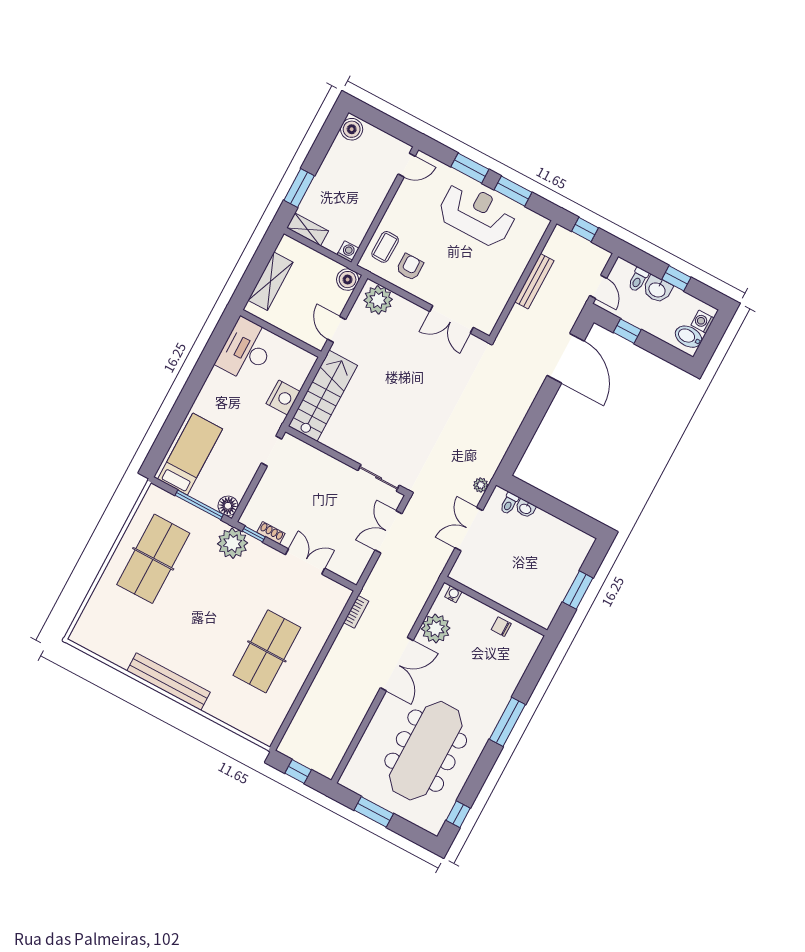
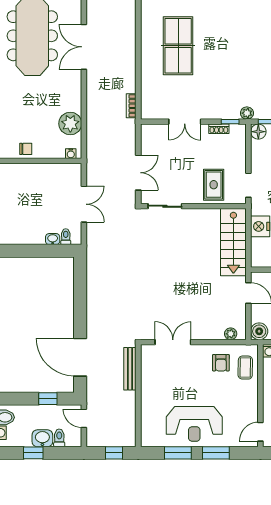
bench: (534, 281) -> (130, 369), moved
plant: (378, 300) -> (231, 334), width x0.53, depth x0.53
rug: (310, 473) -> (214, 185), added
plant: (481, 485) -> (92, 239), removed
plant: (233, 543) -> (247, 113), width x0.53, depth x0.53
double door: (397, 664) -> (84, 47), moved

